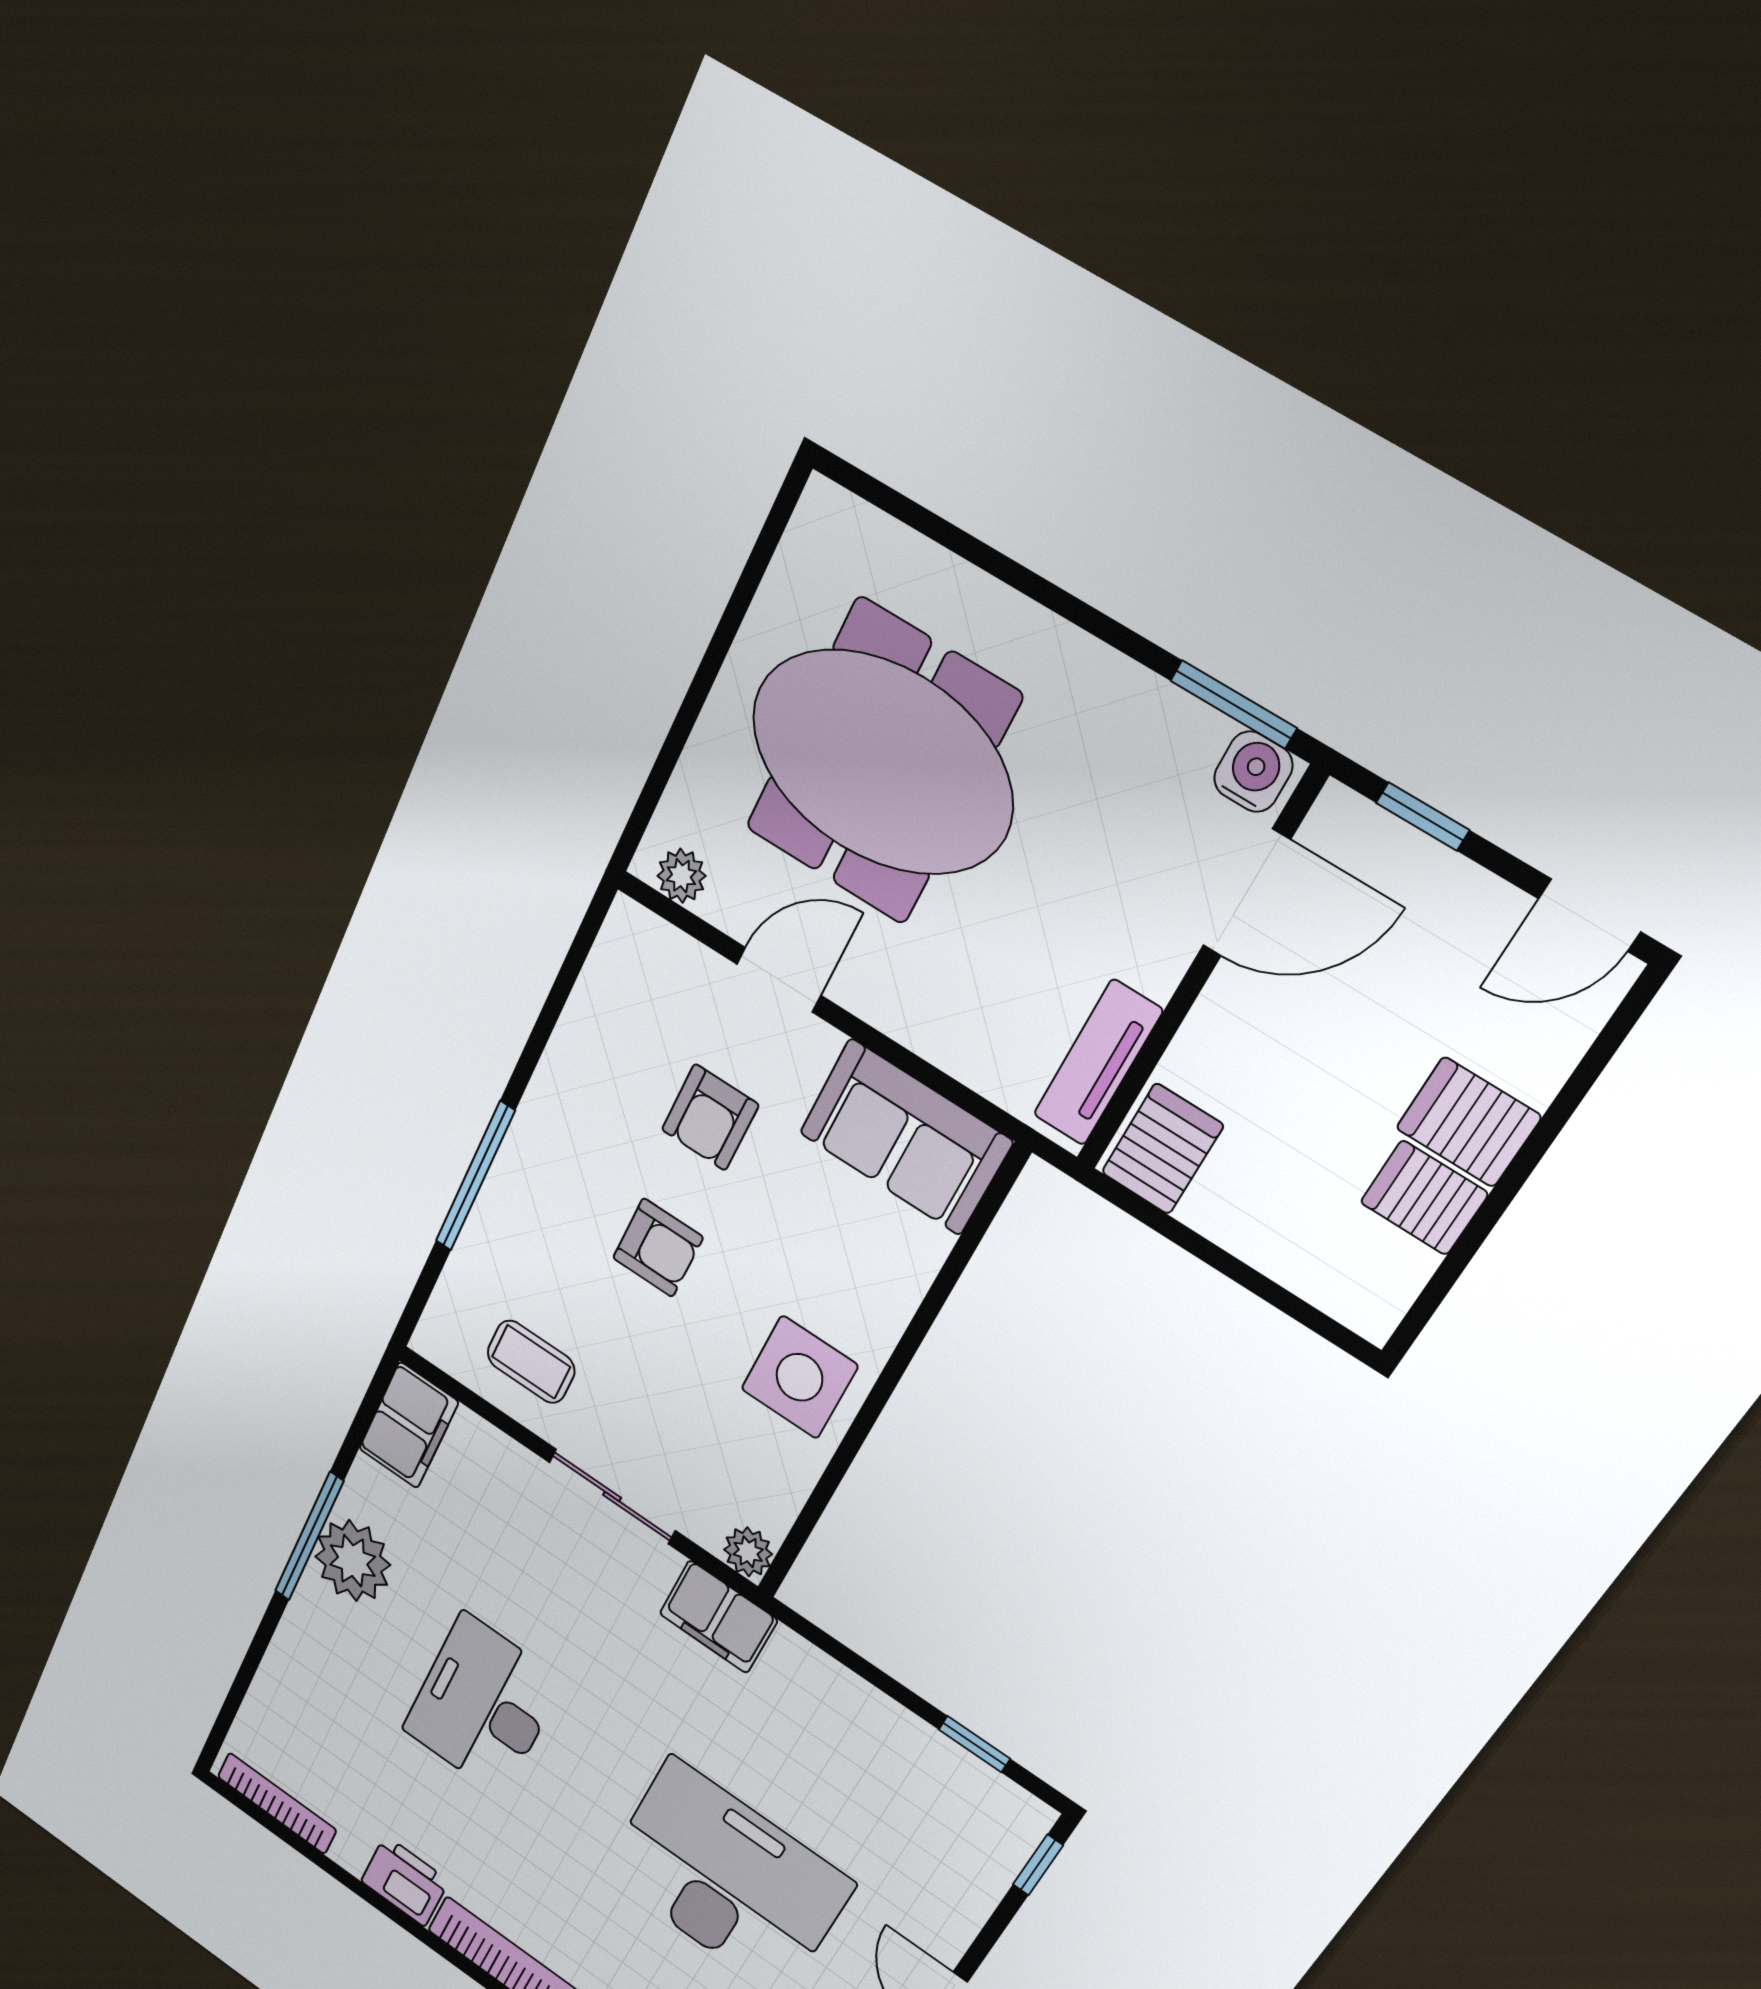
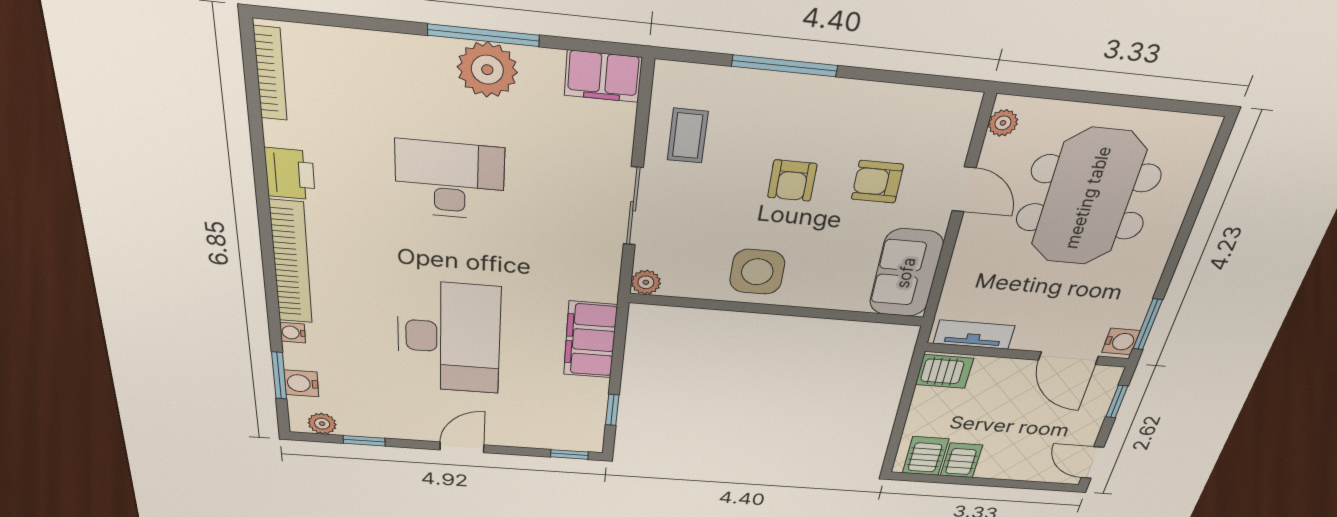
server rack: (1468, 1122) -> (925, 456), moved
filing cabinet: (718, 1617) -> (590, 340), moved, width x1.50, depth x1.17

